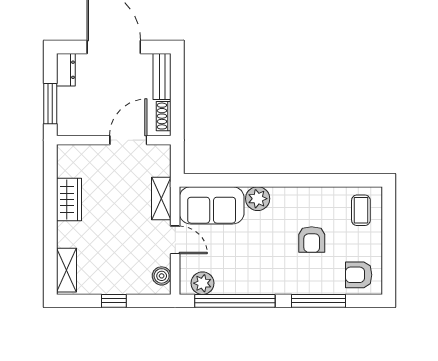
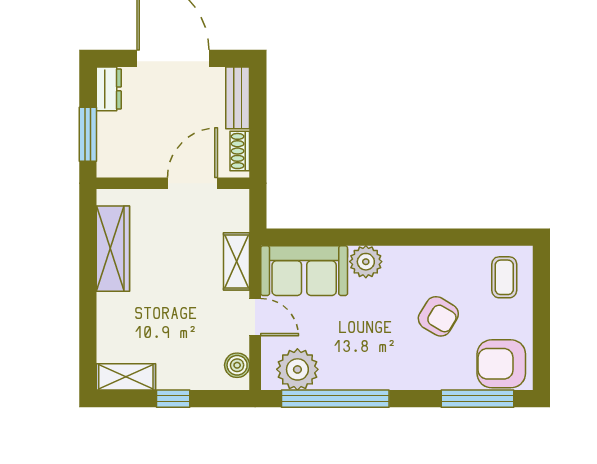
wardrobe: (69, 199) -> (113, 249), width x1.50
armchair: (312, 239) -> (438, 316), turned -59
shelving: (67, 270) -> (126, 377), moved, turned 90
armchair: (359, 275) -> (501, 364), width x1.38, depth x1.38
plant: (202, 283) -> (297, 369), width x1.36, depth x1.36
window: (319, 301) -> (478, 399), moved

